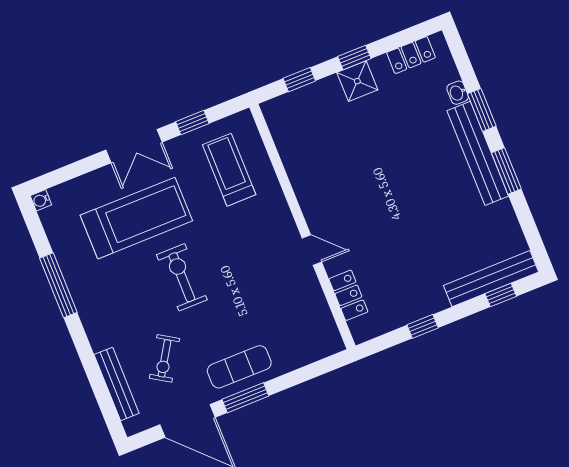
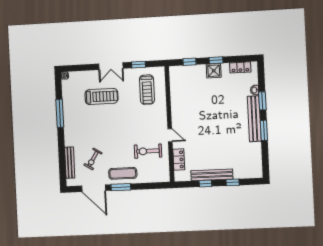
treadmill: (229, 170) -> (147, 90), turned 180
treadmill: (136, 218) -> (101, 96), width x0.73, depth x0.73
exercise bike: (182, 277) -> (148, 151), moved, turned -90
bench: (491, 279) -> (212, 175), moved
window: (501, 295) -> (233, 182), moved

